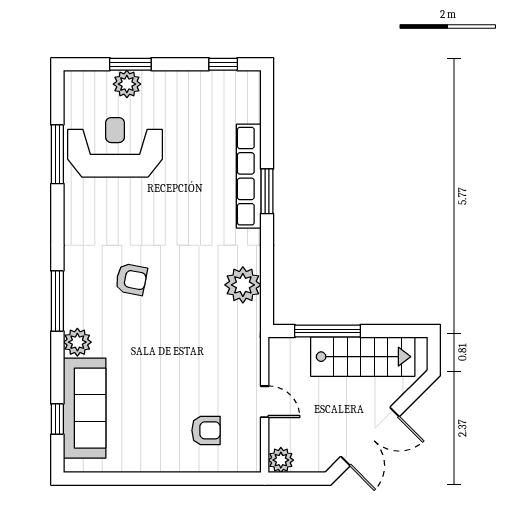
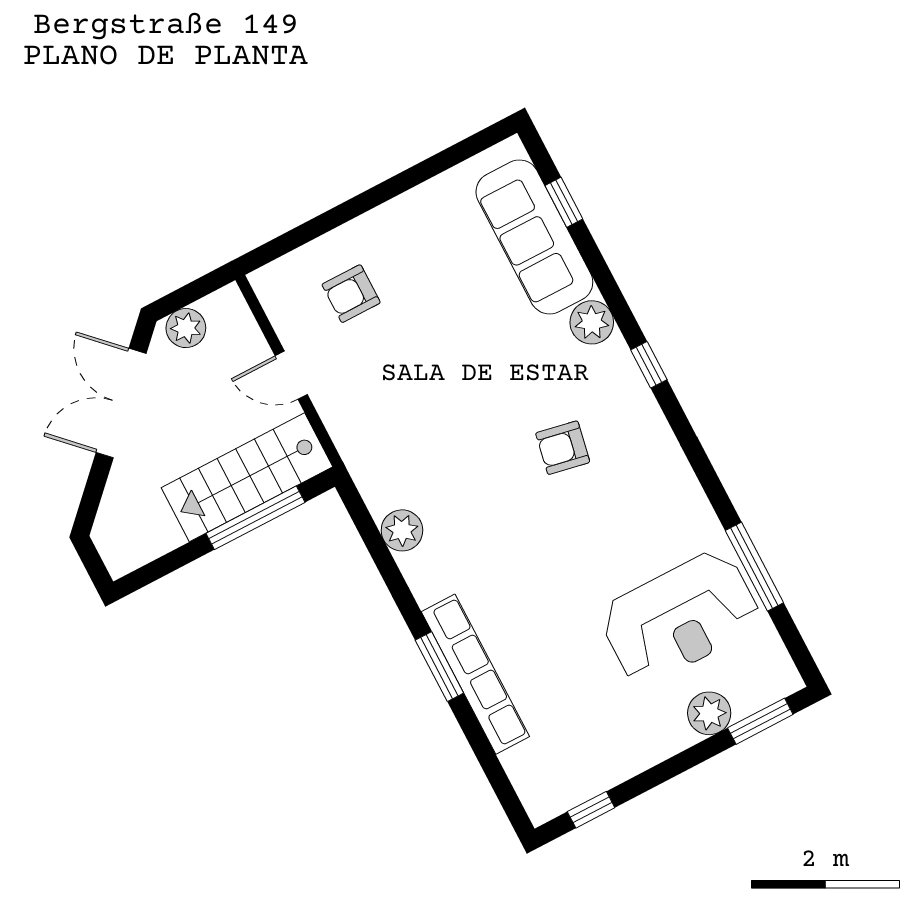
window: (130, 64) -> (760, 721), moved
plant: (243, 285) -> (402, 530), width x0.73, depth x0.73
window: (57, 301) -> (649, 365), width x0.46
stairs: (363, 357) -> (247, 477), moved
plant: (281, 460) -> (186, 328), moved

